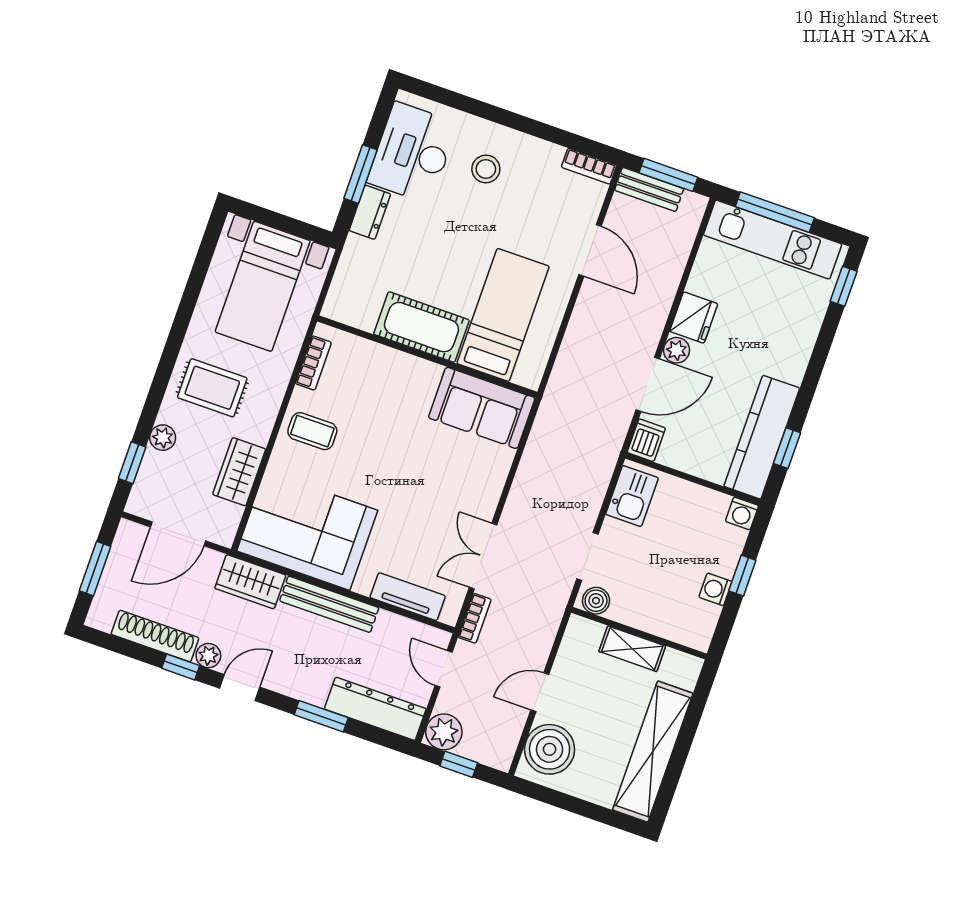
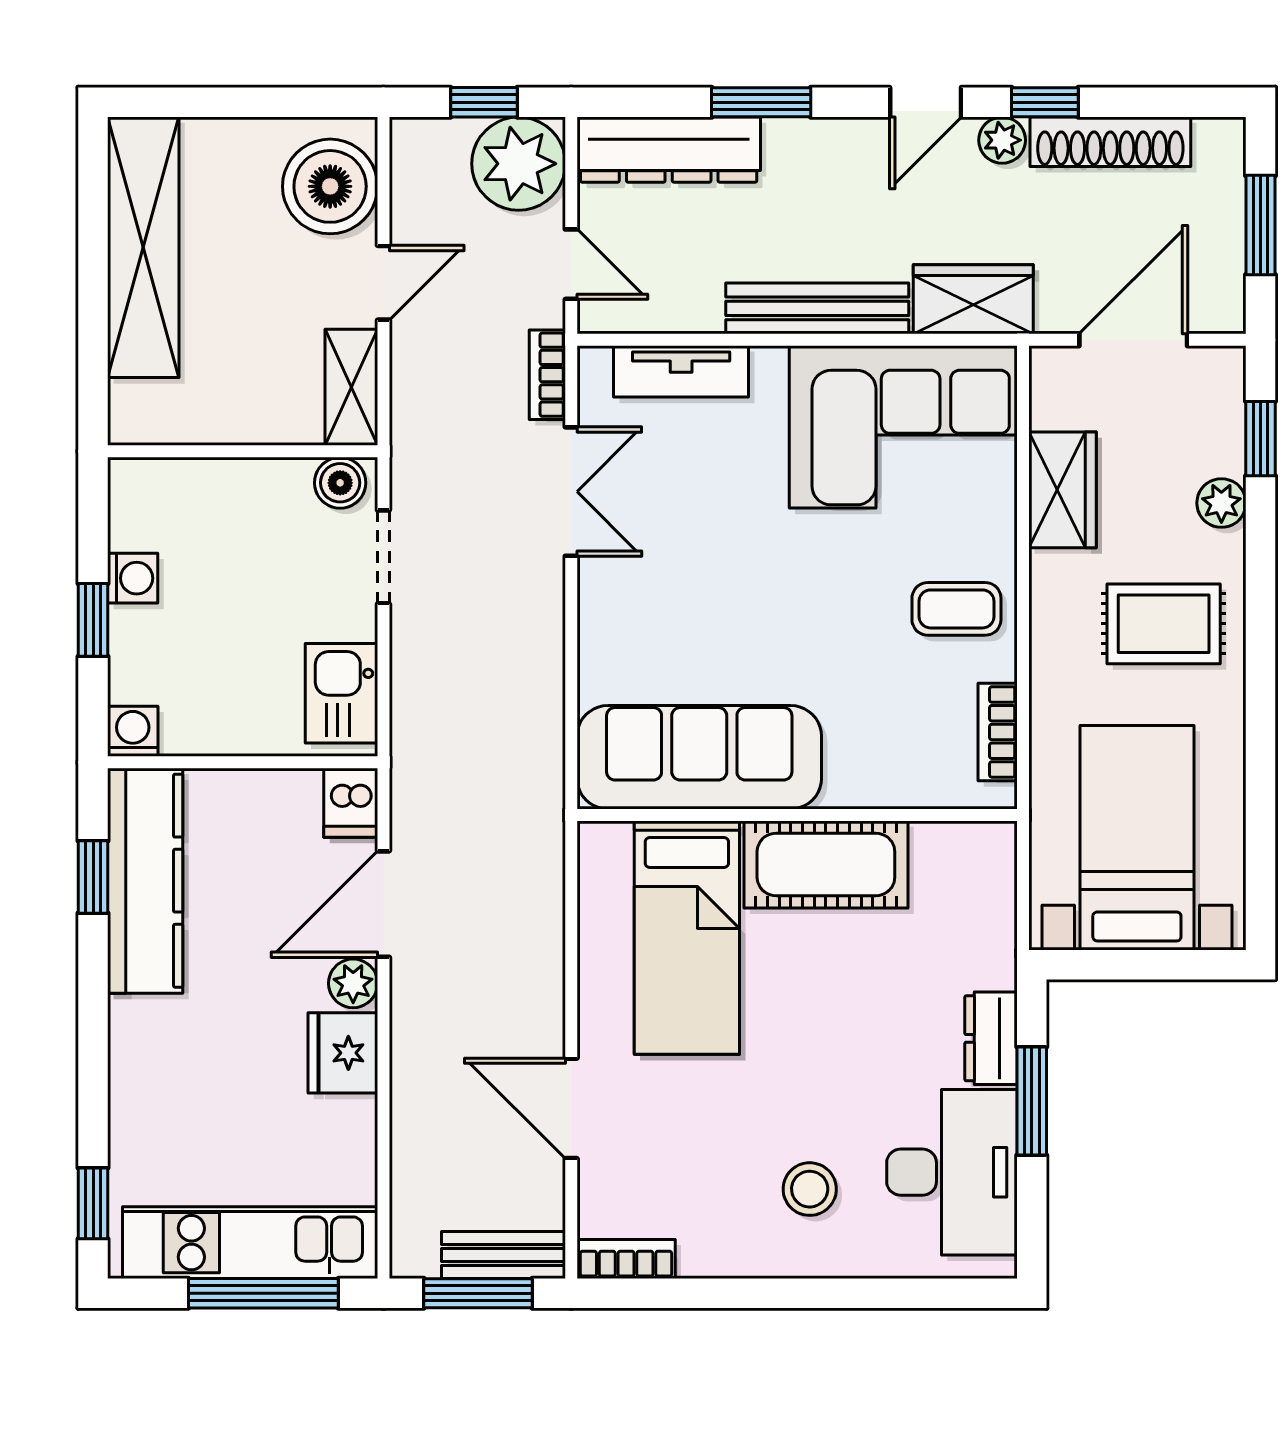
sofa: (482, 408) -> (699, 757), width x1.36
shelving: (632, 649) -> (351, 387), moved, turned 90
plant: (444, 732) -> (519, 164), width x1.36, depth x1.36

